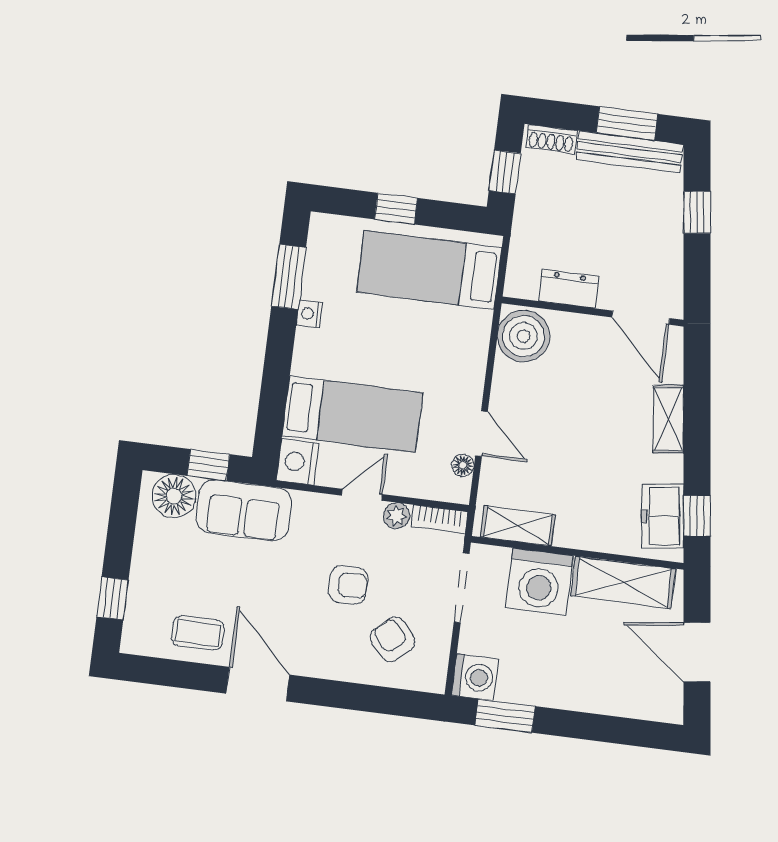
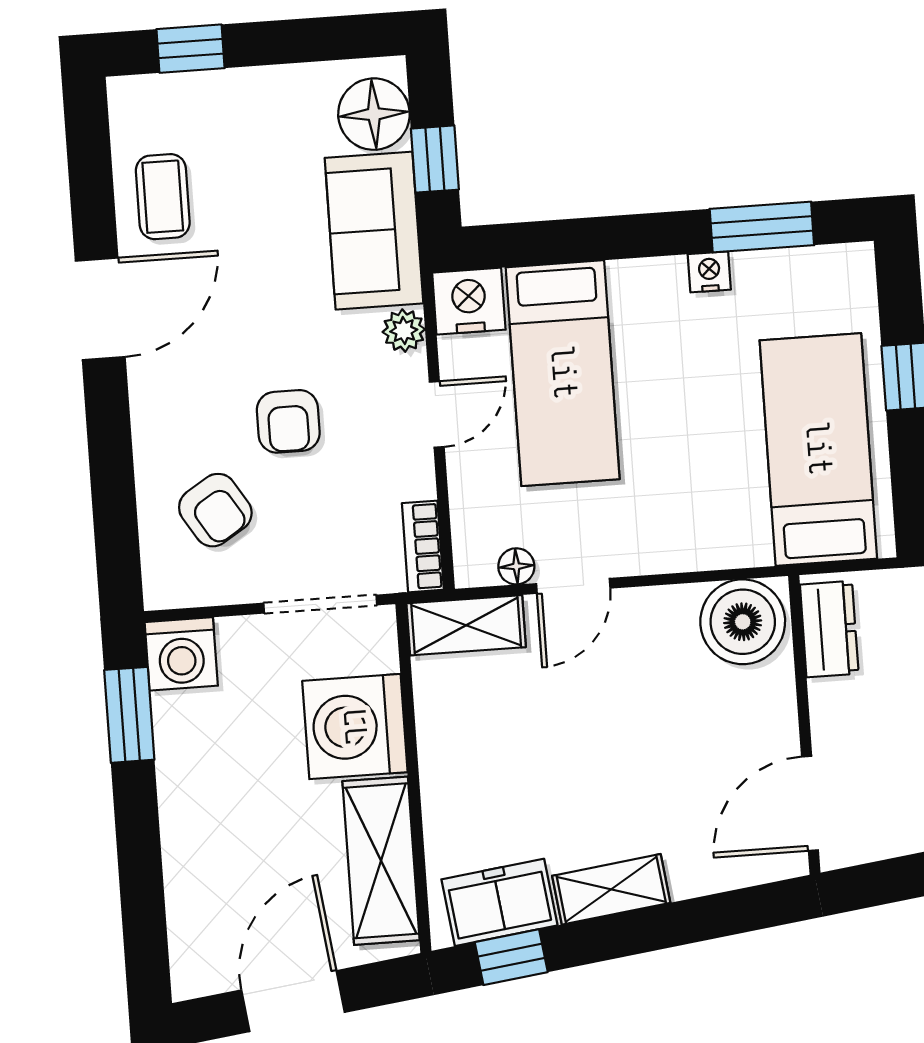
dresser: (568, 289) -> (829, 629), moved
shelving: (668, 419) -> (611, 889), moved
door: (362, 495) -> (437, 414), hinge flipped
plant: (396, 516) -> (404, 331), moved
shelving: (518, 526) -> (466, 625), moved, turned 90
armchair: (393, 639) -> (215, 510), turned 99

